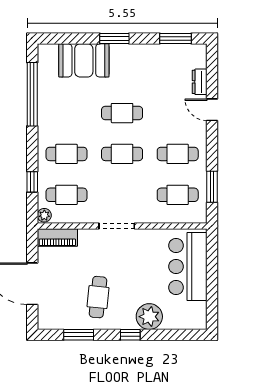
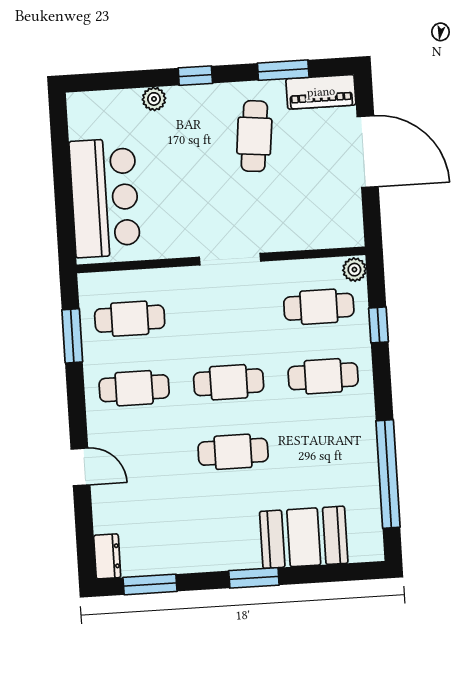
dresser: (200, 82) -> (107, 556), moved
piano: (57, 237) -> (321, 92), moved, turned 180
plant: (149, 317) -> (154, 99), width x0.53, depth x0.53

